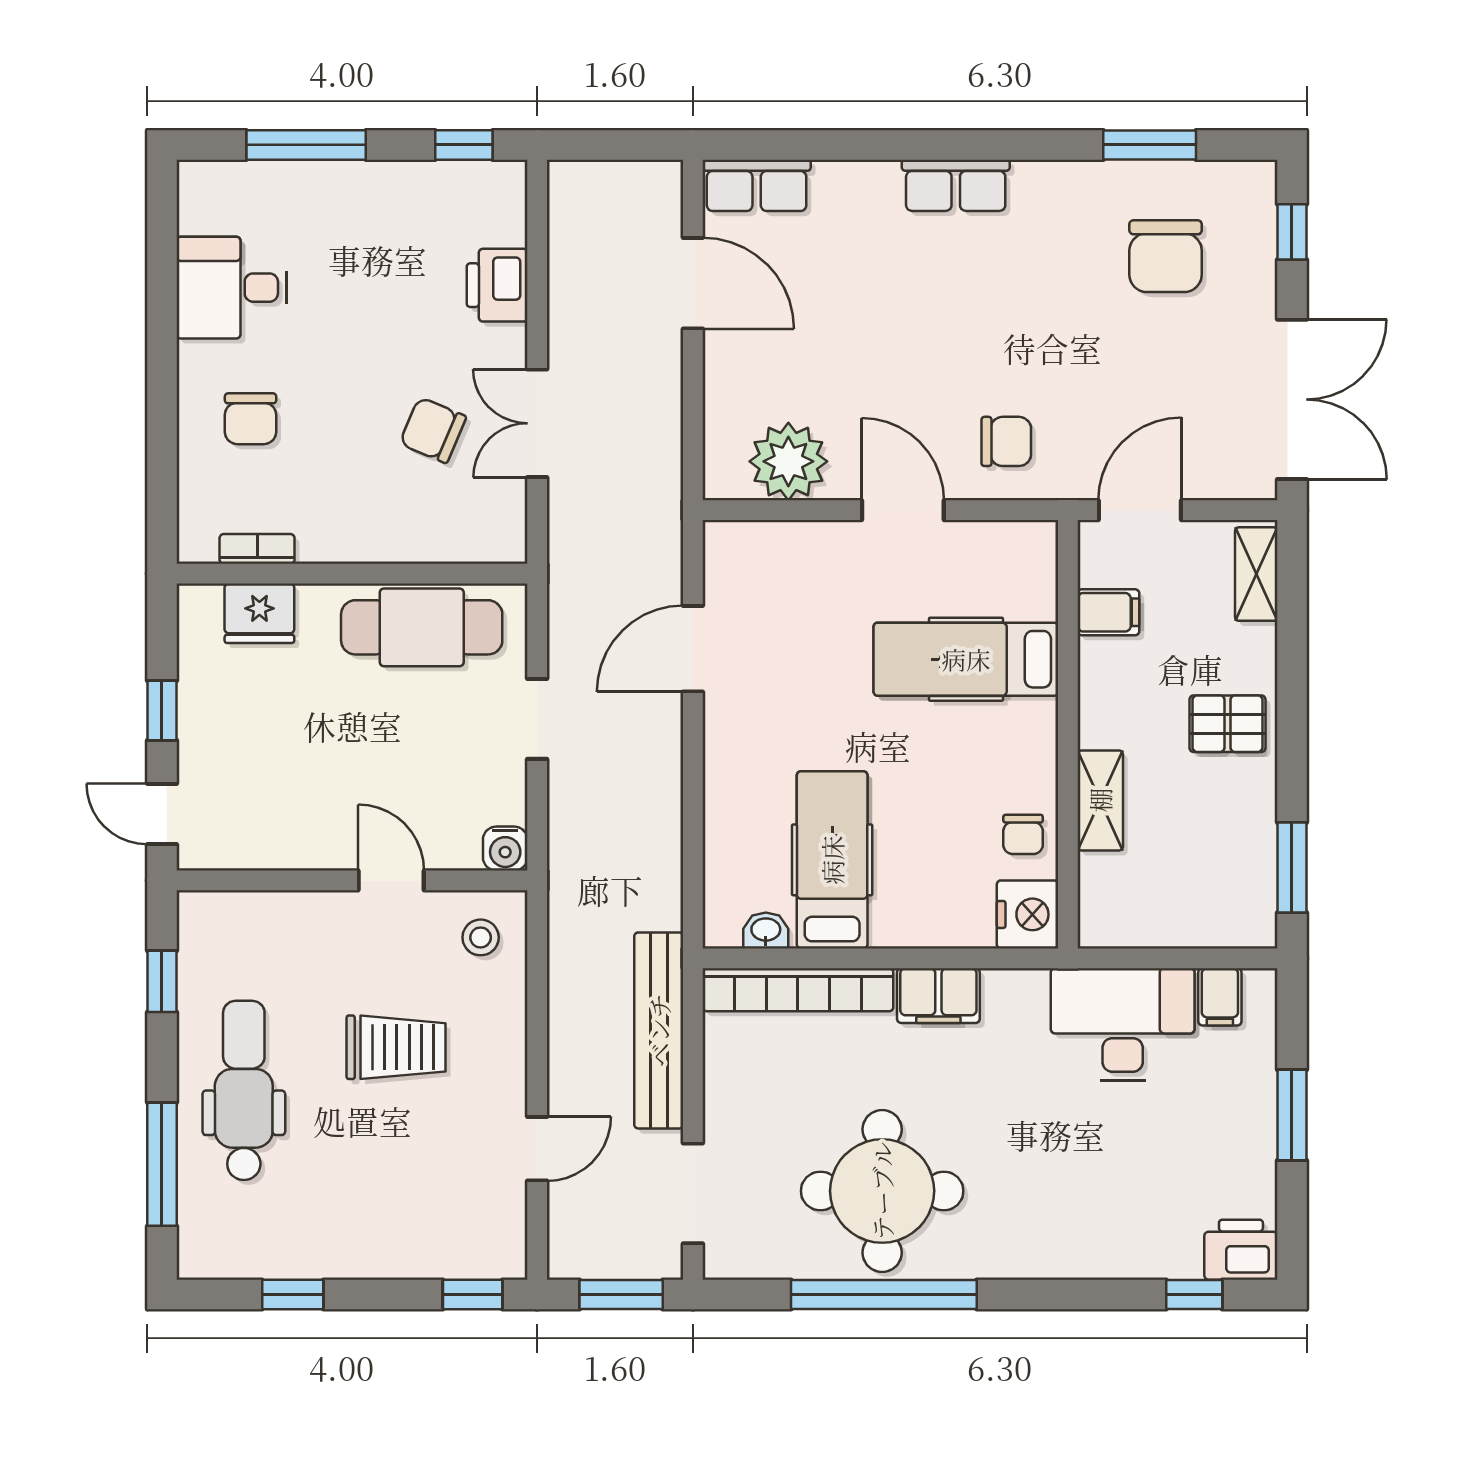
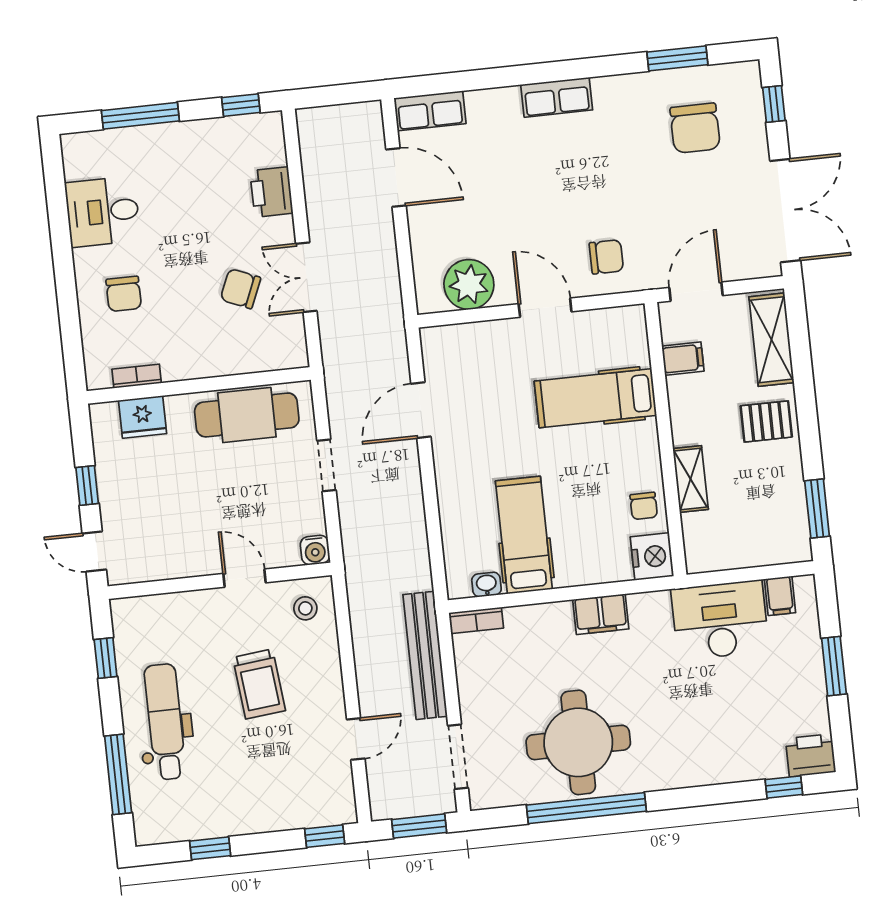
shelving: (1256, 574) -> (772, 340), width x1.50, depth x1.33
bookcase: (798, 990) -> (476, 620), width x0.43, depth x0.76
trolley: (396, 1047) -> (259, 684), turned 84

